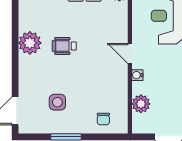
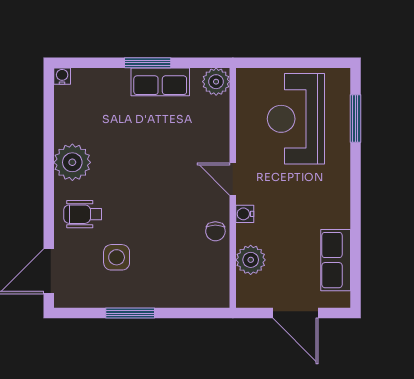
wheelchair: (64, 46) -> (83, 214), moved
chair: (103, 119) -> (215, 231), moved

